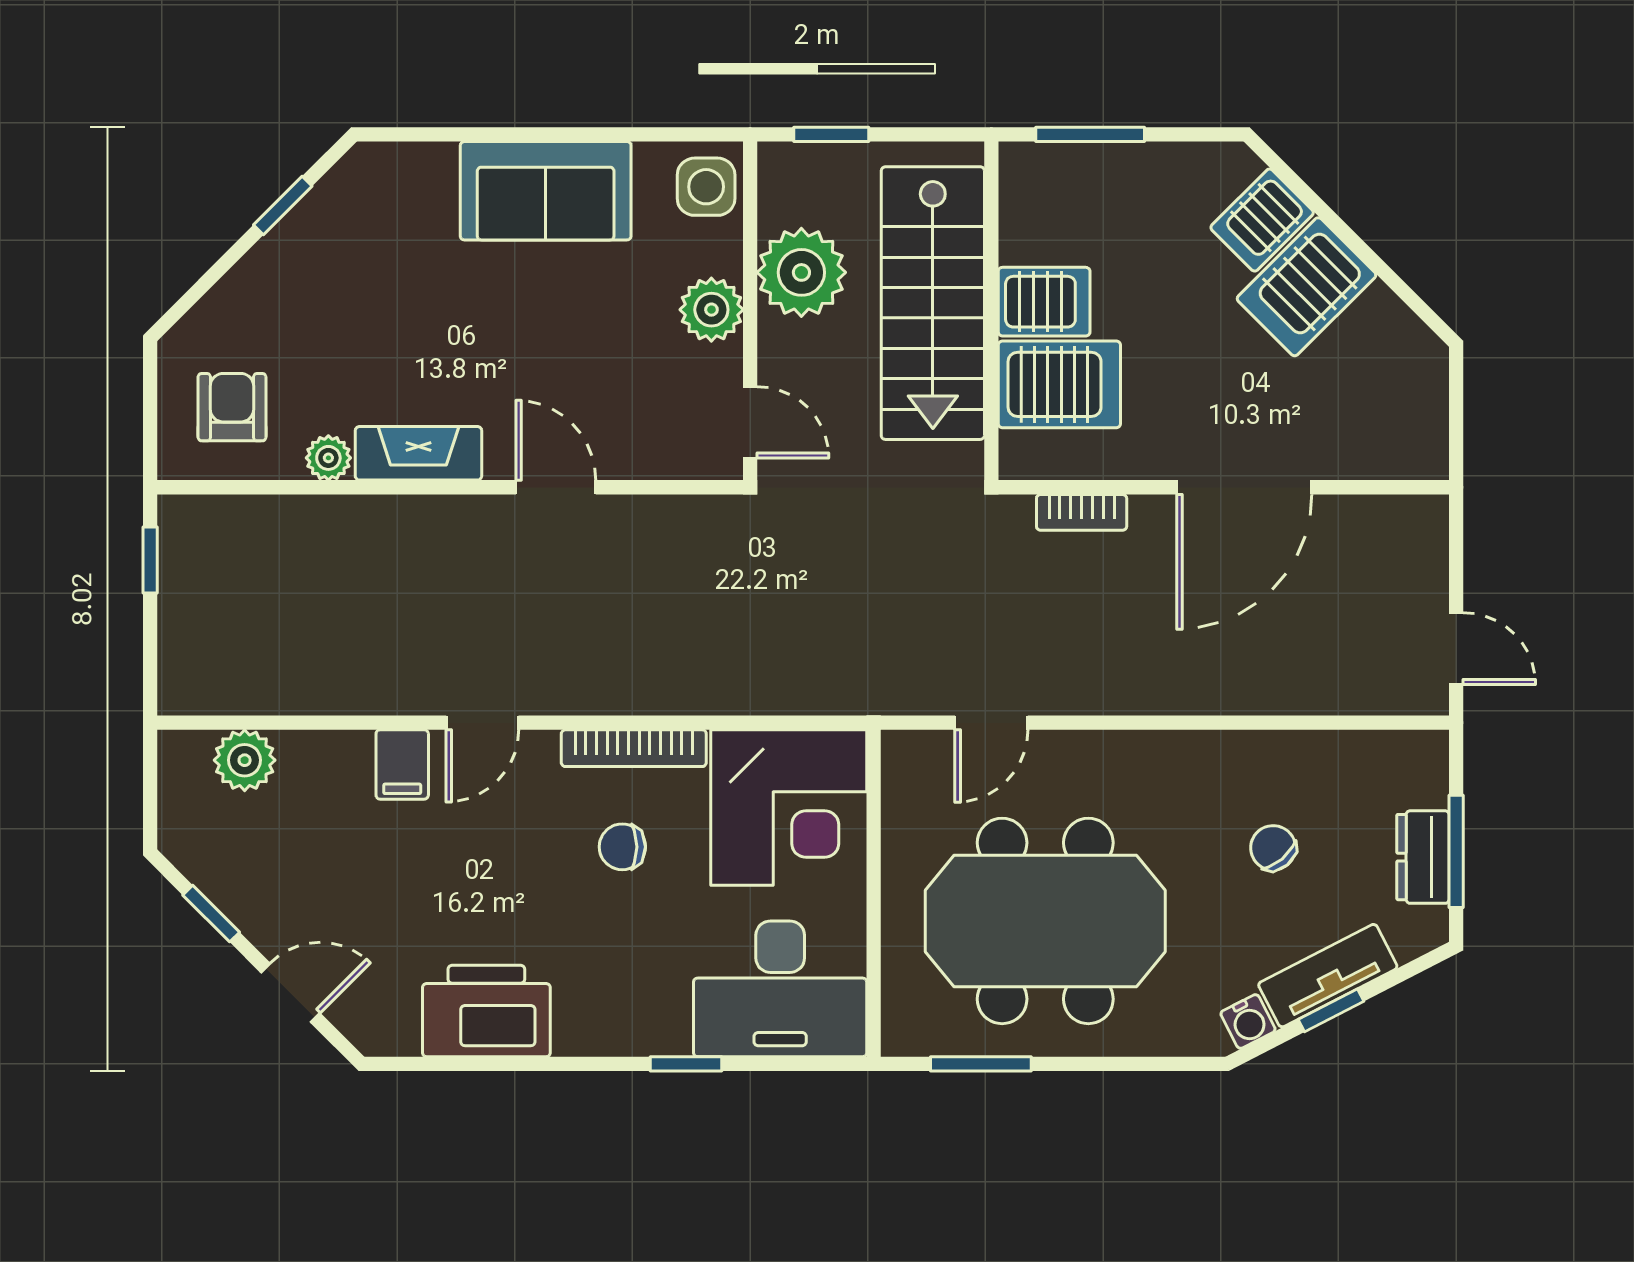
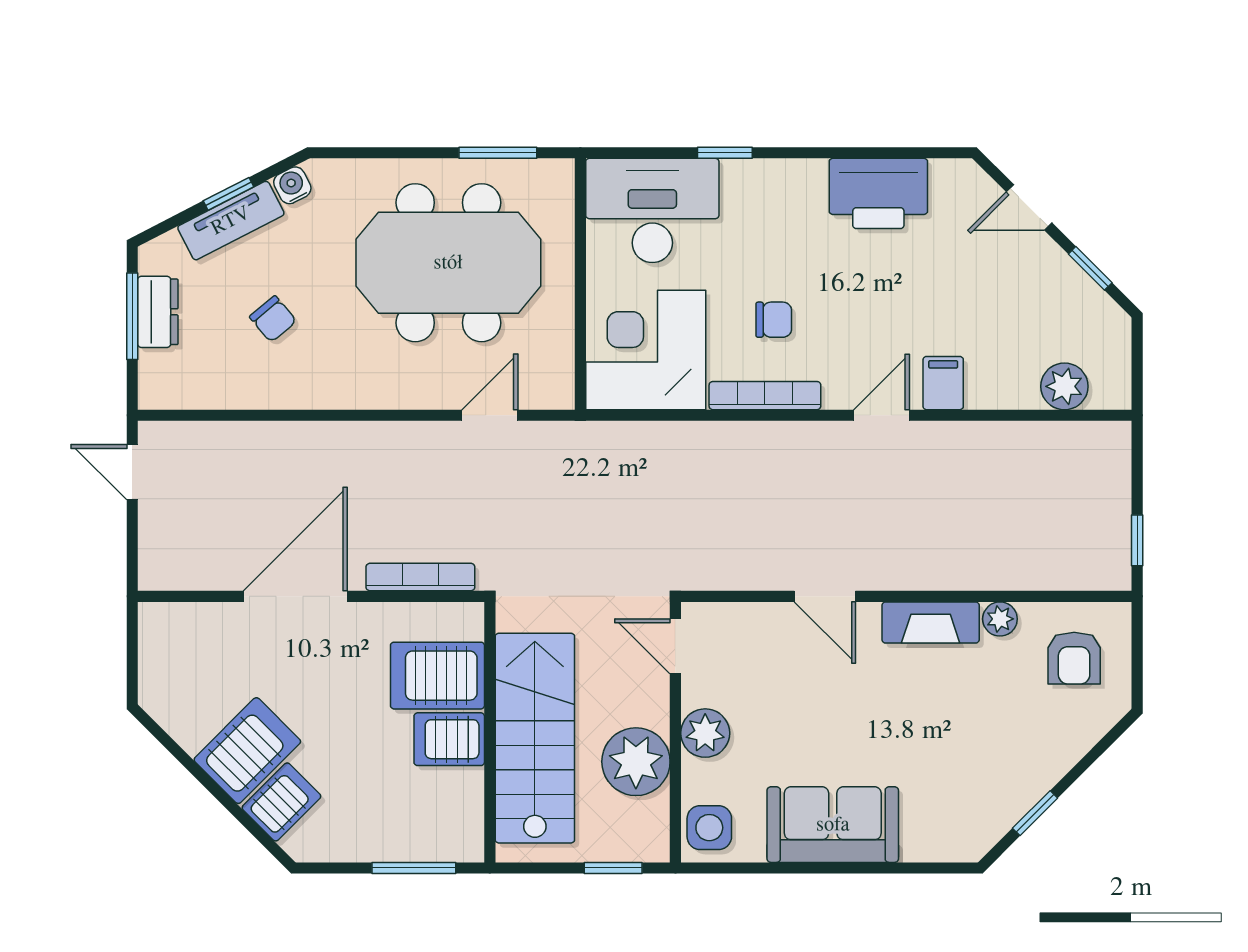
bookcase: (1082, 512) -> (420, 577), width x1.56

